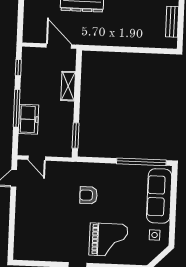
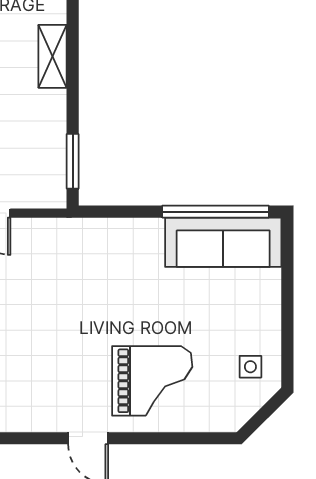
armchair: (89, 195) -> (106, 288), removed
sofa: (159, 196) -> (223, 242), moved, turned -90

